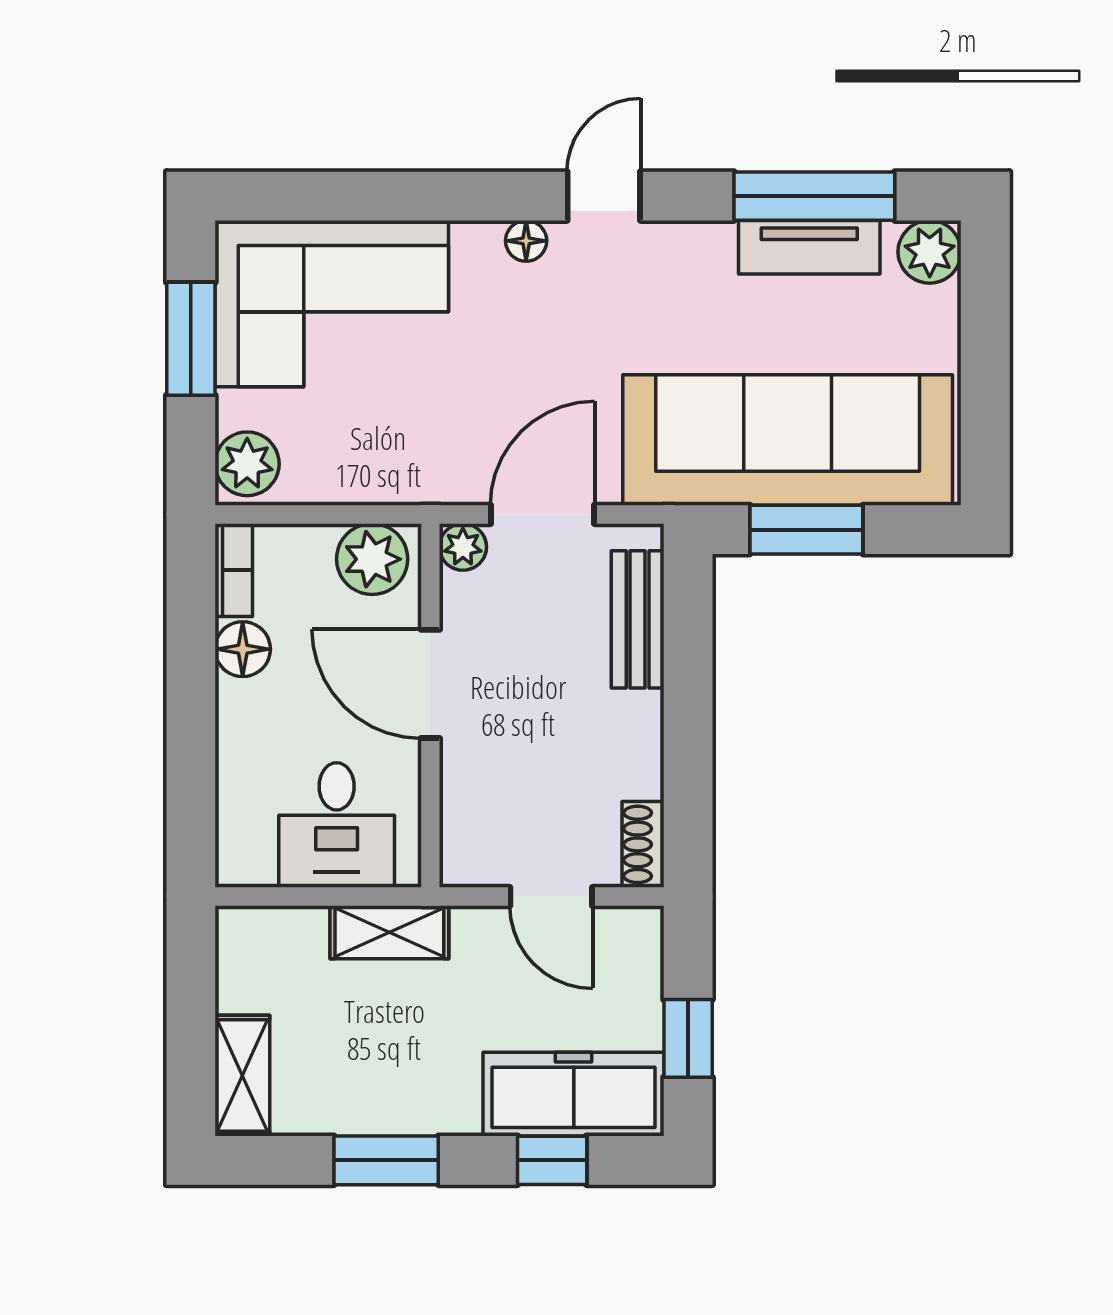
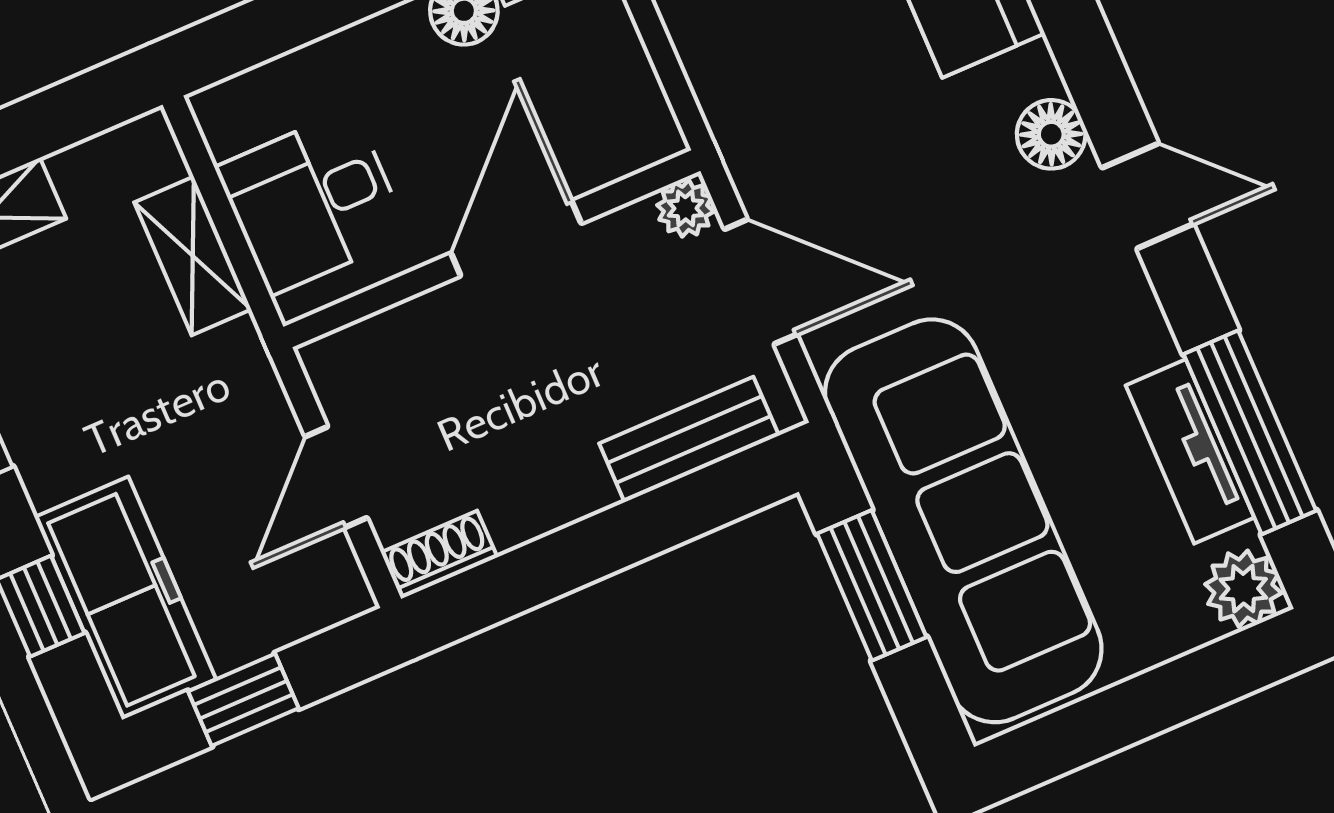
floor lamp: (526, 241) -> (1051, 134), width x1.37, depth x1.37
plant: (372, 559) -> (628, 112), removed
shelving: (389, 932) -> (193, 256), moved

